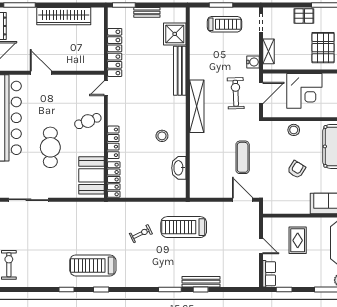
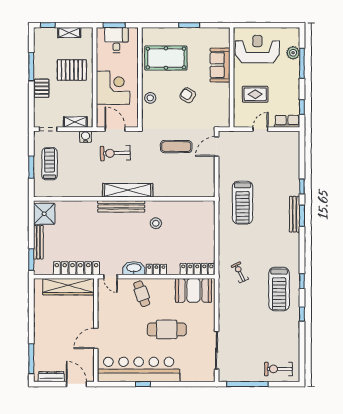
bench: (147, 12) -> (38, 242), width x1.36
wardrobe: (64, 16) -> (68, 287), moved, turned 90
shower: (175, 34) -> (44, 214), moved
bench: (180, 71) -> (121, 206), moved
locker: (113, 142) -> (156, 270), width x0.66
washbasin: (179, 168) -> (134, 268), moved, turned 180
exercise bike: (141, 234) -> (240, 272), moved
bench: (201, 282) -> (295, 214), moved

